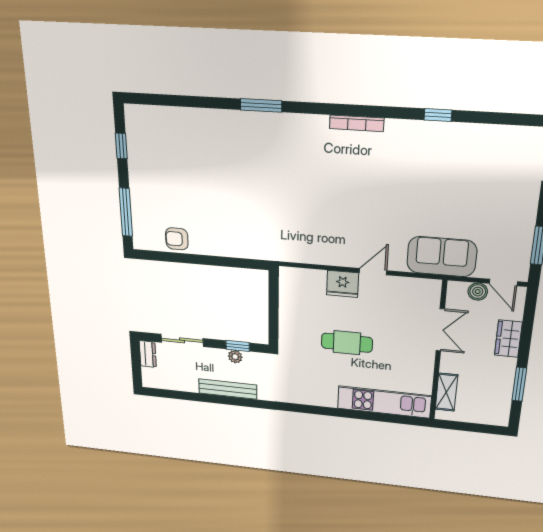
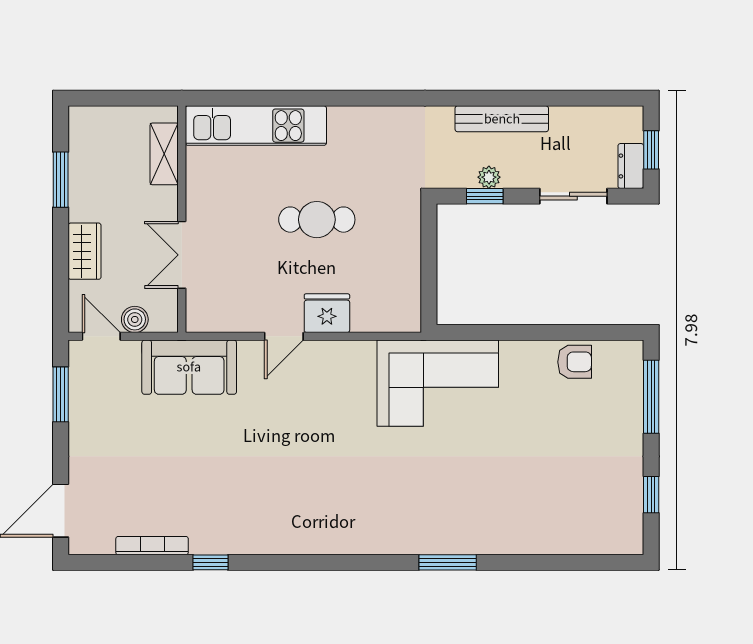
bookcase: (357, 123) -> (152, 546), moved
corner sofa: (268, 232) -> (438, 383), added
window: (136, 362) -> (651, 150), added

